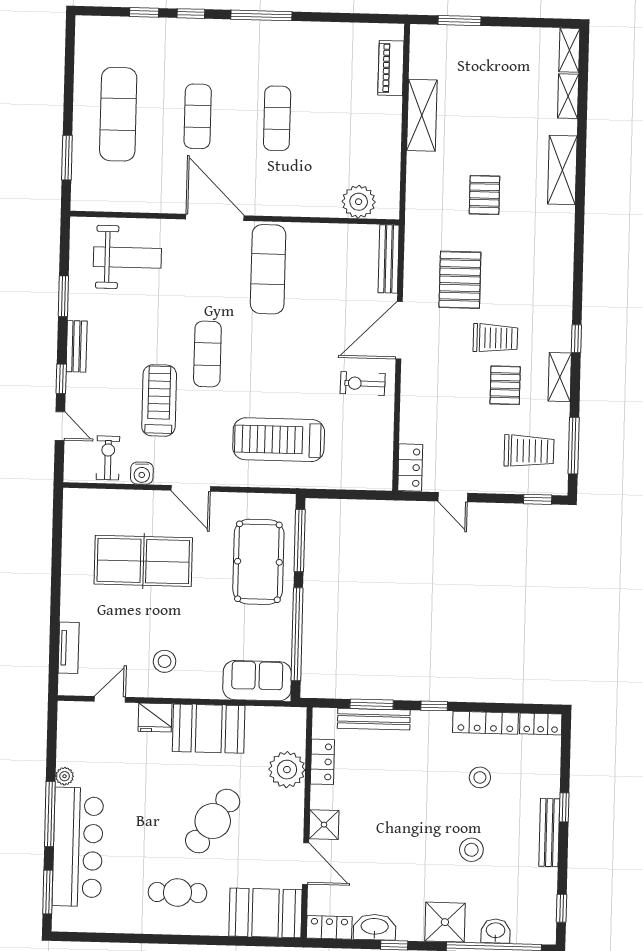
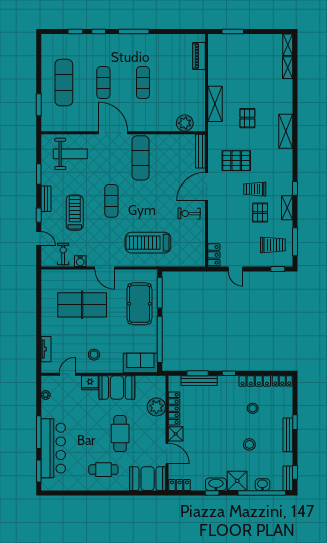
shelving: (422, 115) -> (215, 104), moved
shelving: (562, 170) -> (286, 131), moved
pallet: (460, 280) -> (236, 161), turned 90
trolley: (495, 338) -> (255, 189), turned 180
treadmill: (159, 400) -> (75, 213), moved
locker: (322, 762) -> (174, 408), width x1.53
plant: (65, 776) -> (46, 395), moved
cafe table: (213, 821) -> (120, 434), turned -35
bench: (547, 920) -> (288, 478), added
washbasin: (375, 927) -> (216, 484), moved

